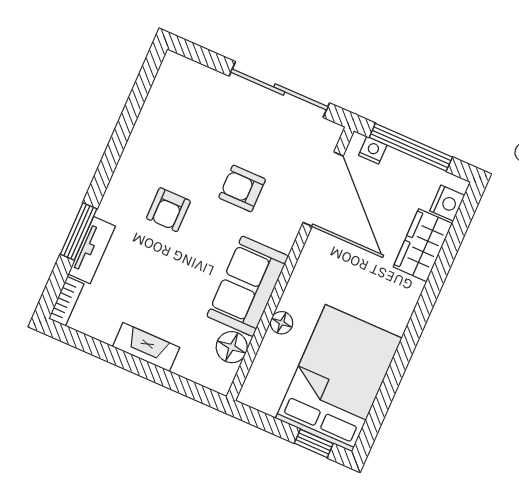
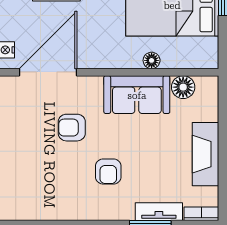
armchair: (242, 188) -> (72, 128), turned 90
armchair: (168, 210) -> (108, 172), turned 90
fireplace: (146, 347) -> (206, 154), width x1.37, depth x1.32

